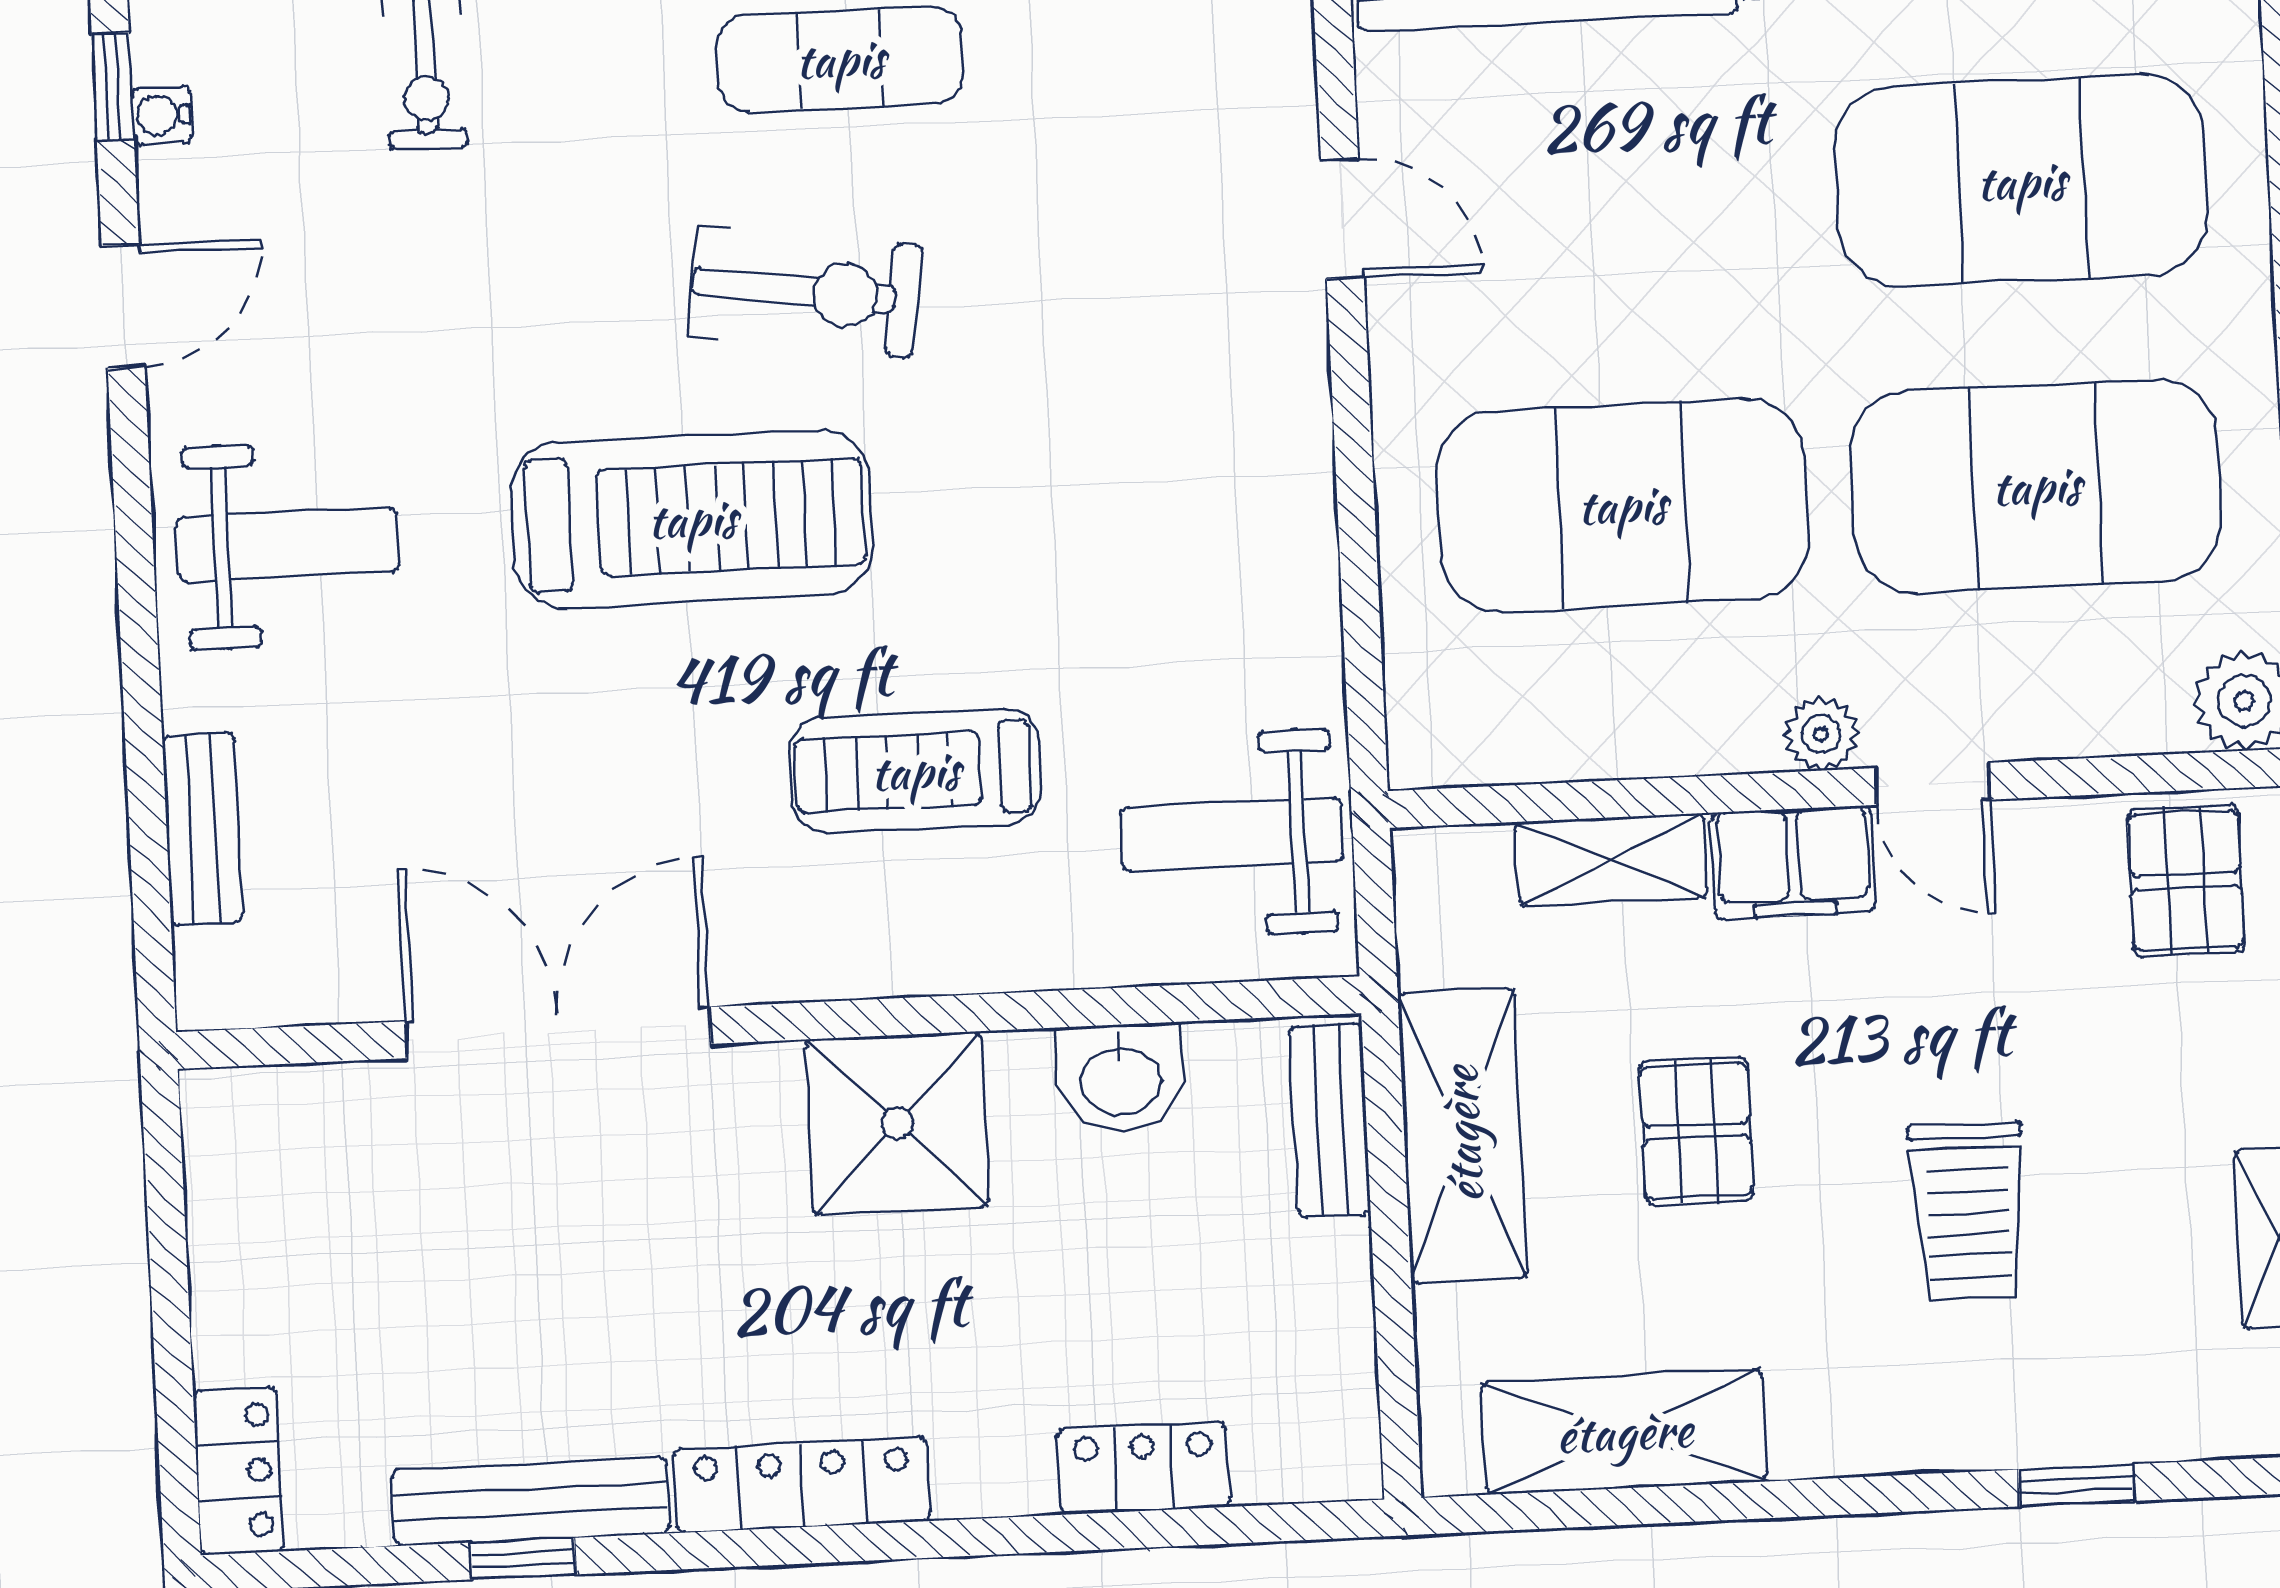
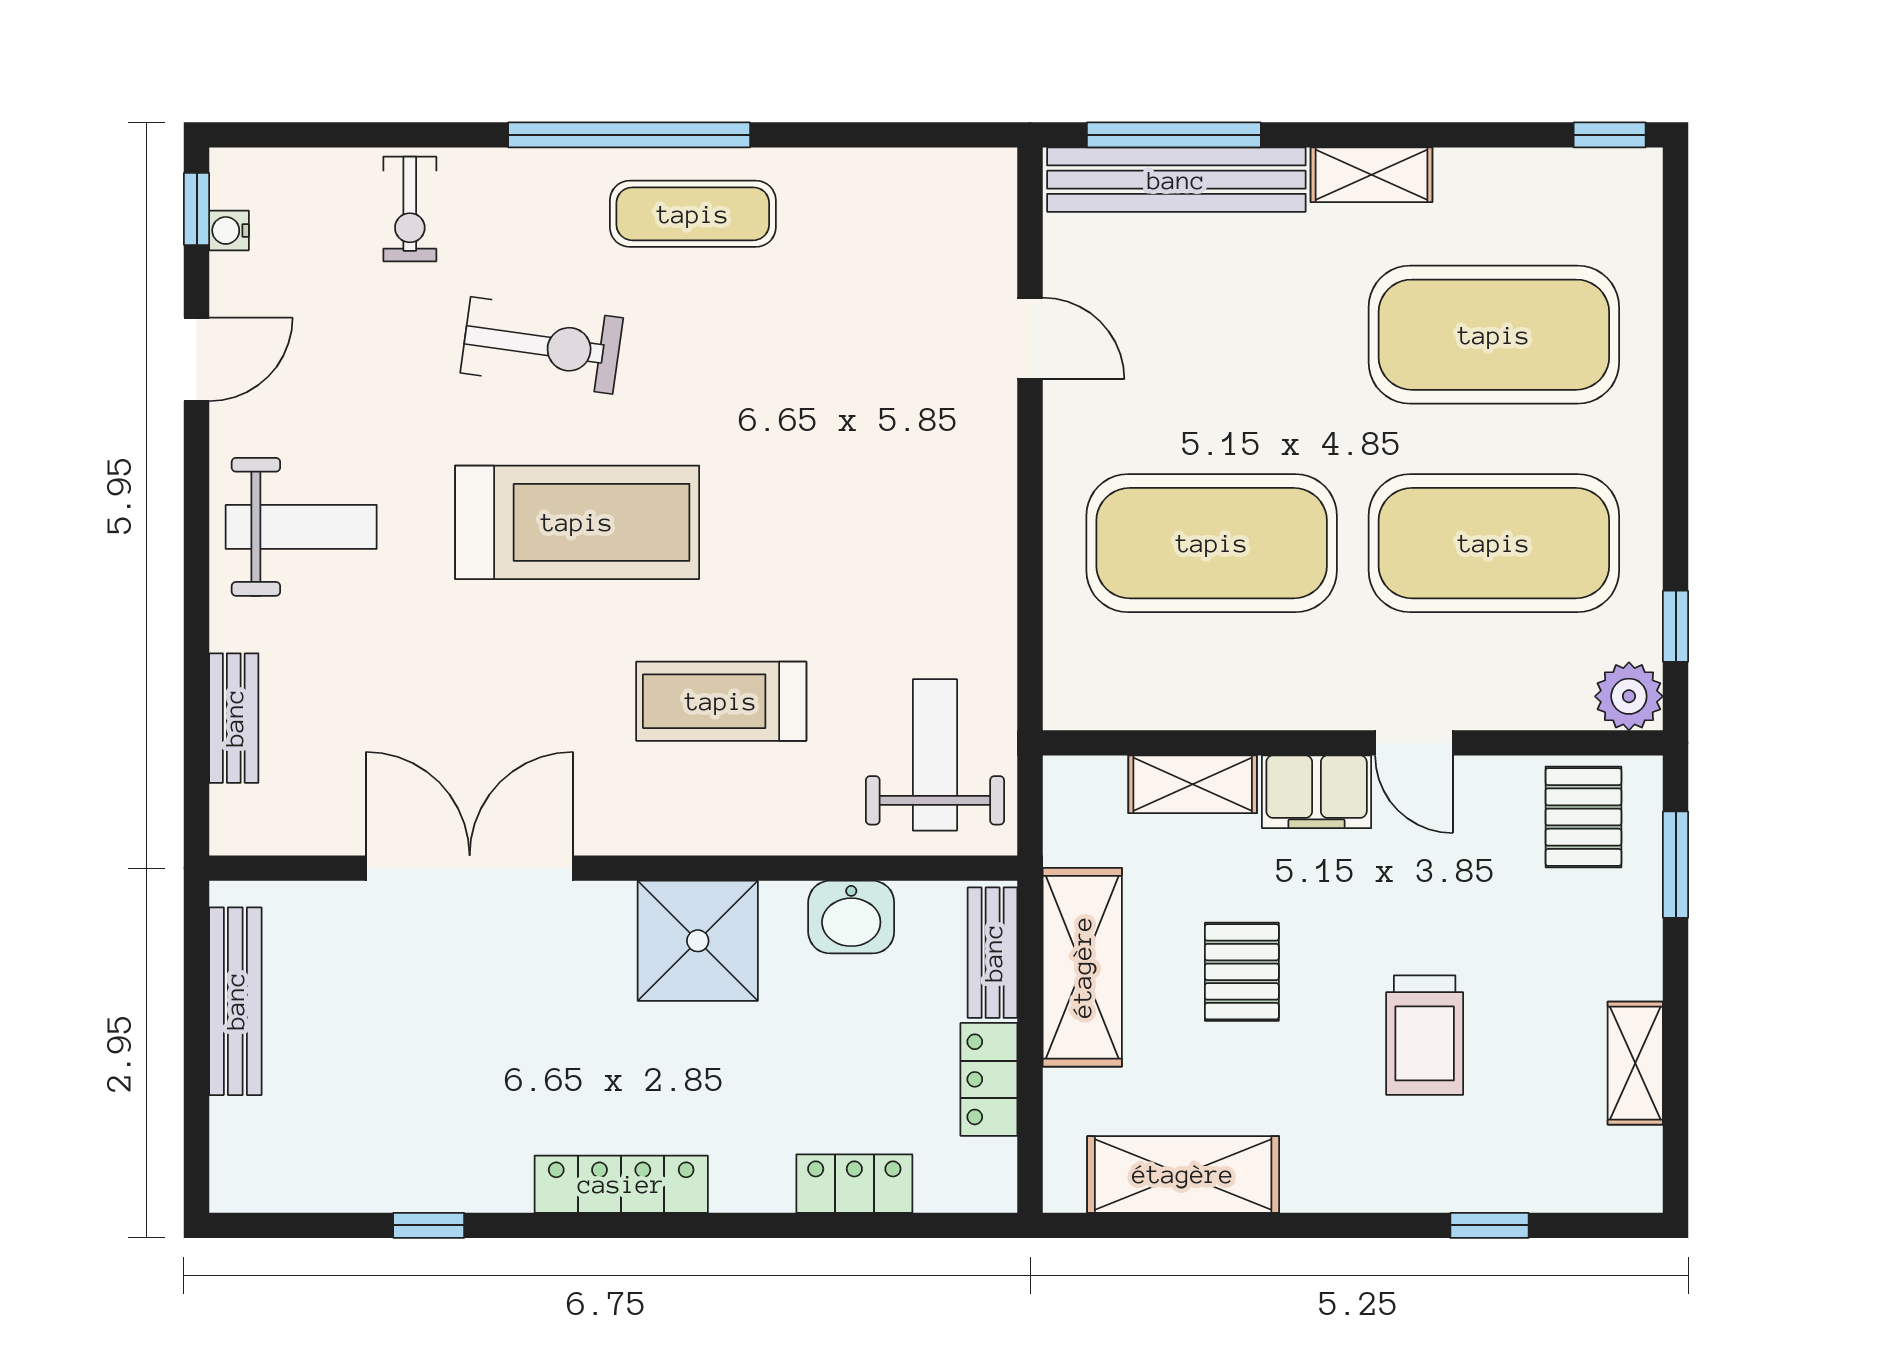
exercise bike: (805, 291) -> (542, 345), moved
plant: (1821, 734) -> (1340, 705), removed
weight bench: (1232, 835) -> (935, 755), turned 90
locker: (238, 1471) -> (989, 1079), moved, turned 180
bench: (531, 1501) -> (235, 1001), moved, turned 90

